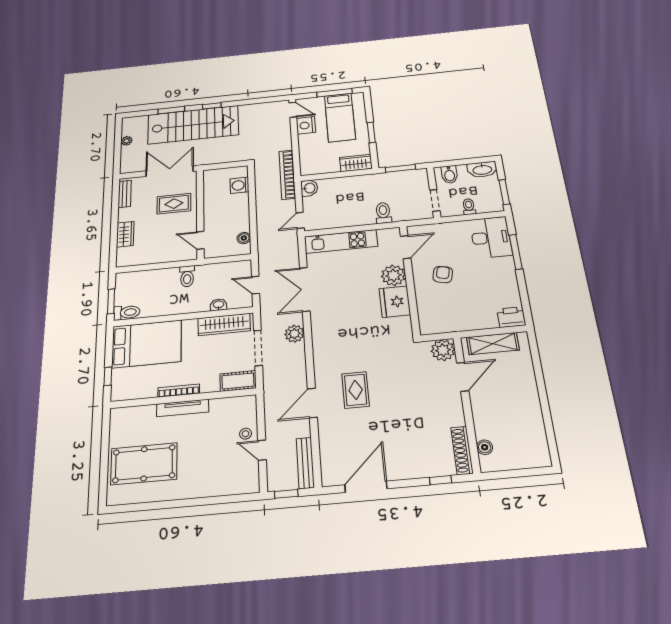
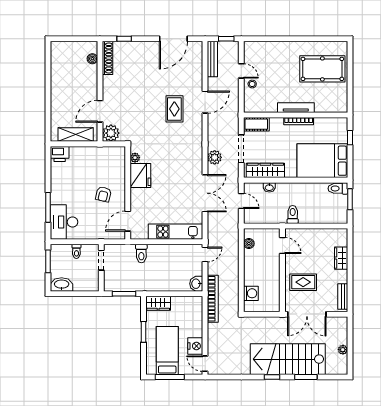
bidet: (449, 174) -> (87, 283), removed
plant: (393, 275) -> (135, 158), moved, width x0.53, depth x0.53

